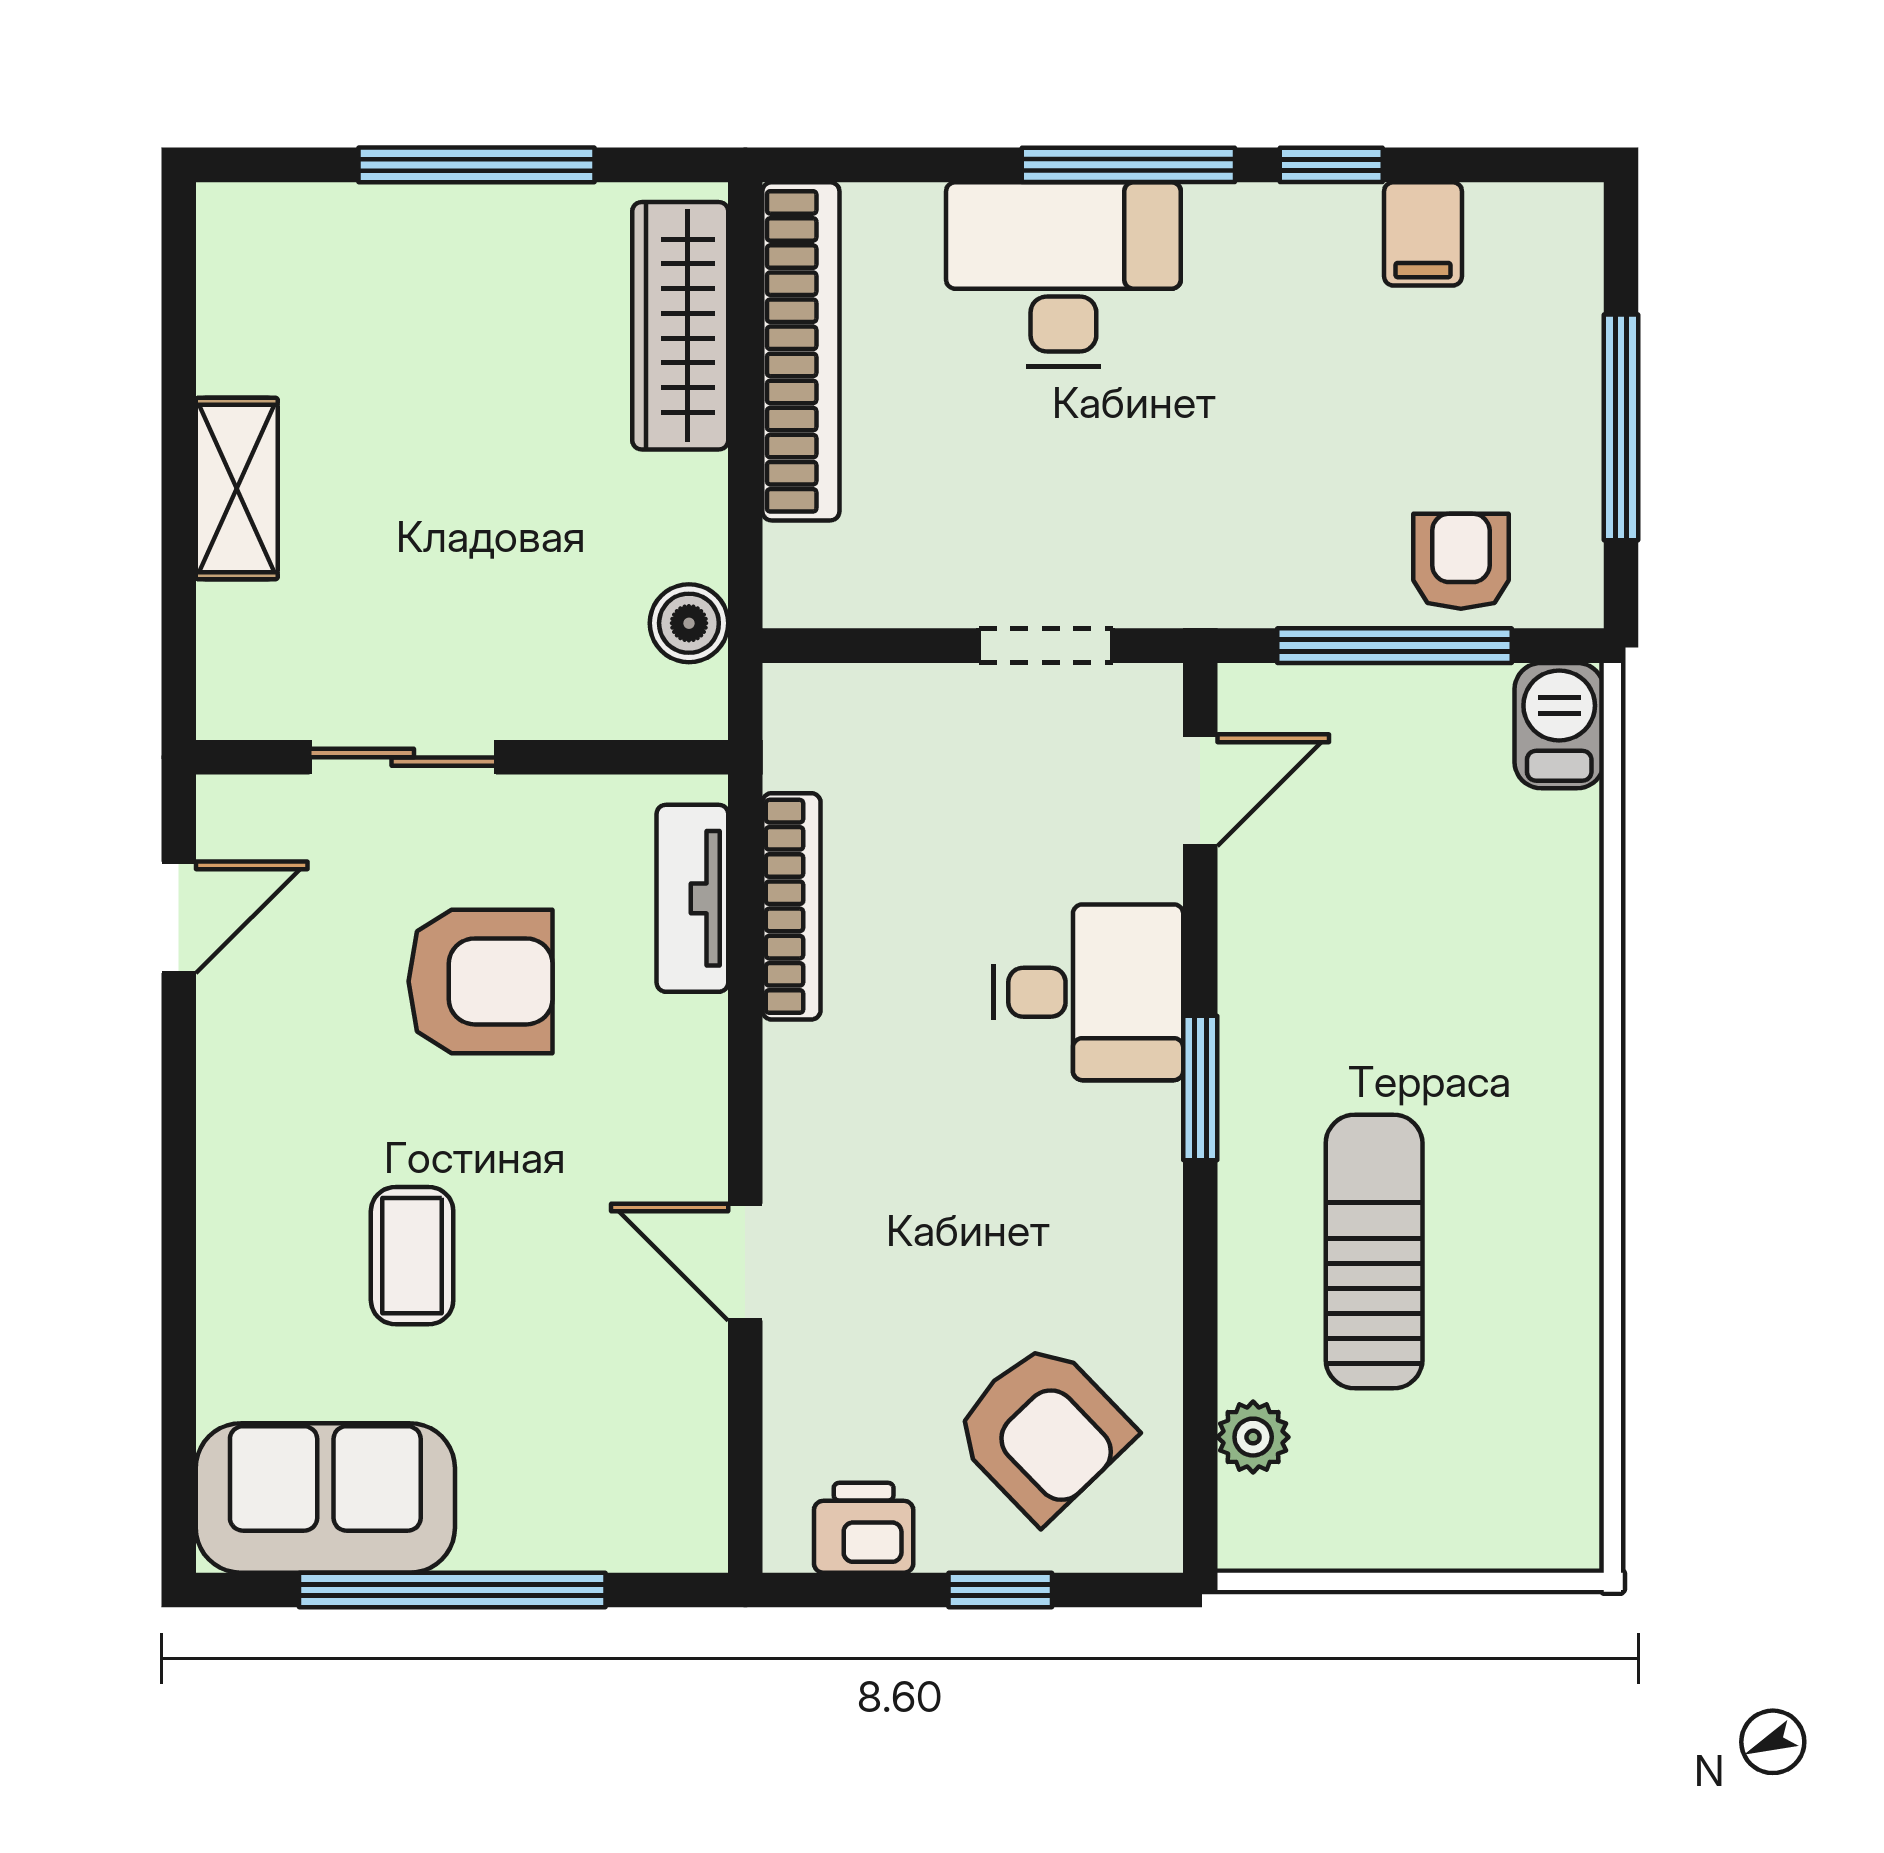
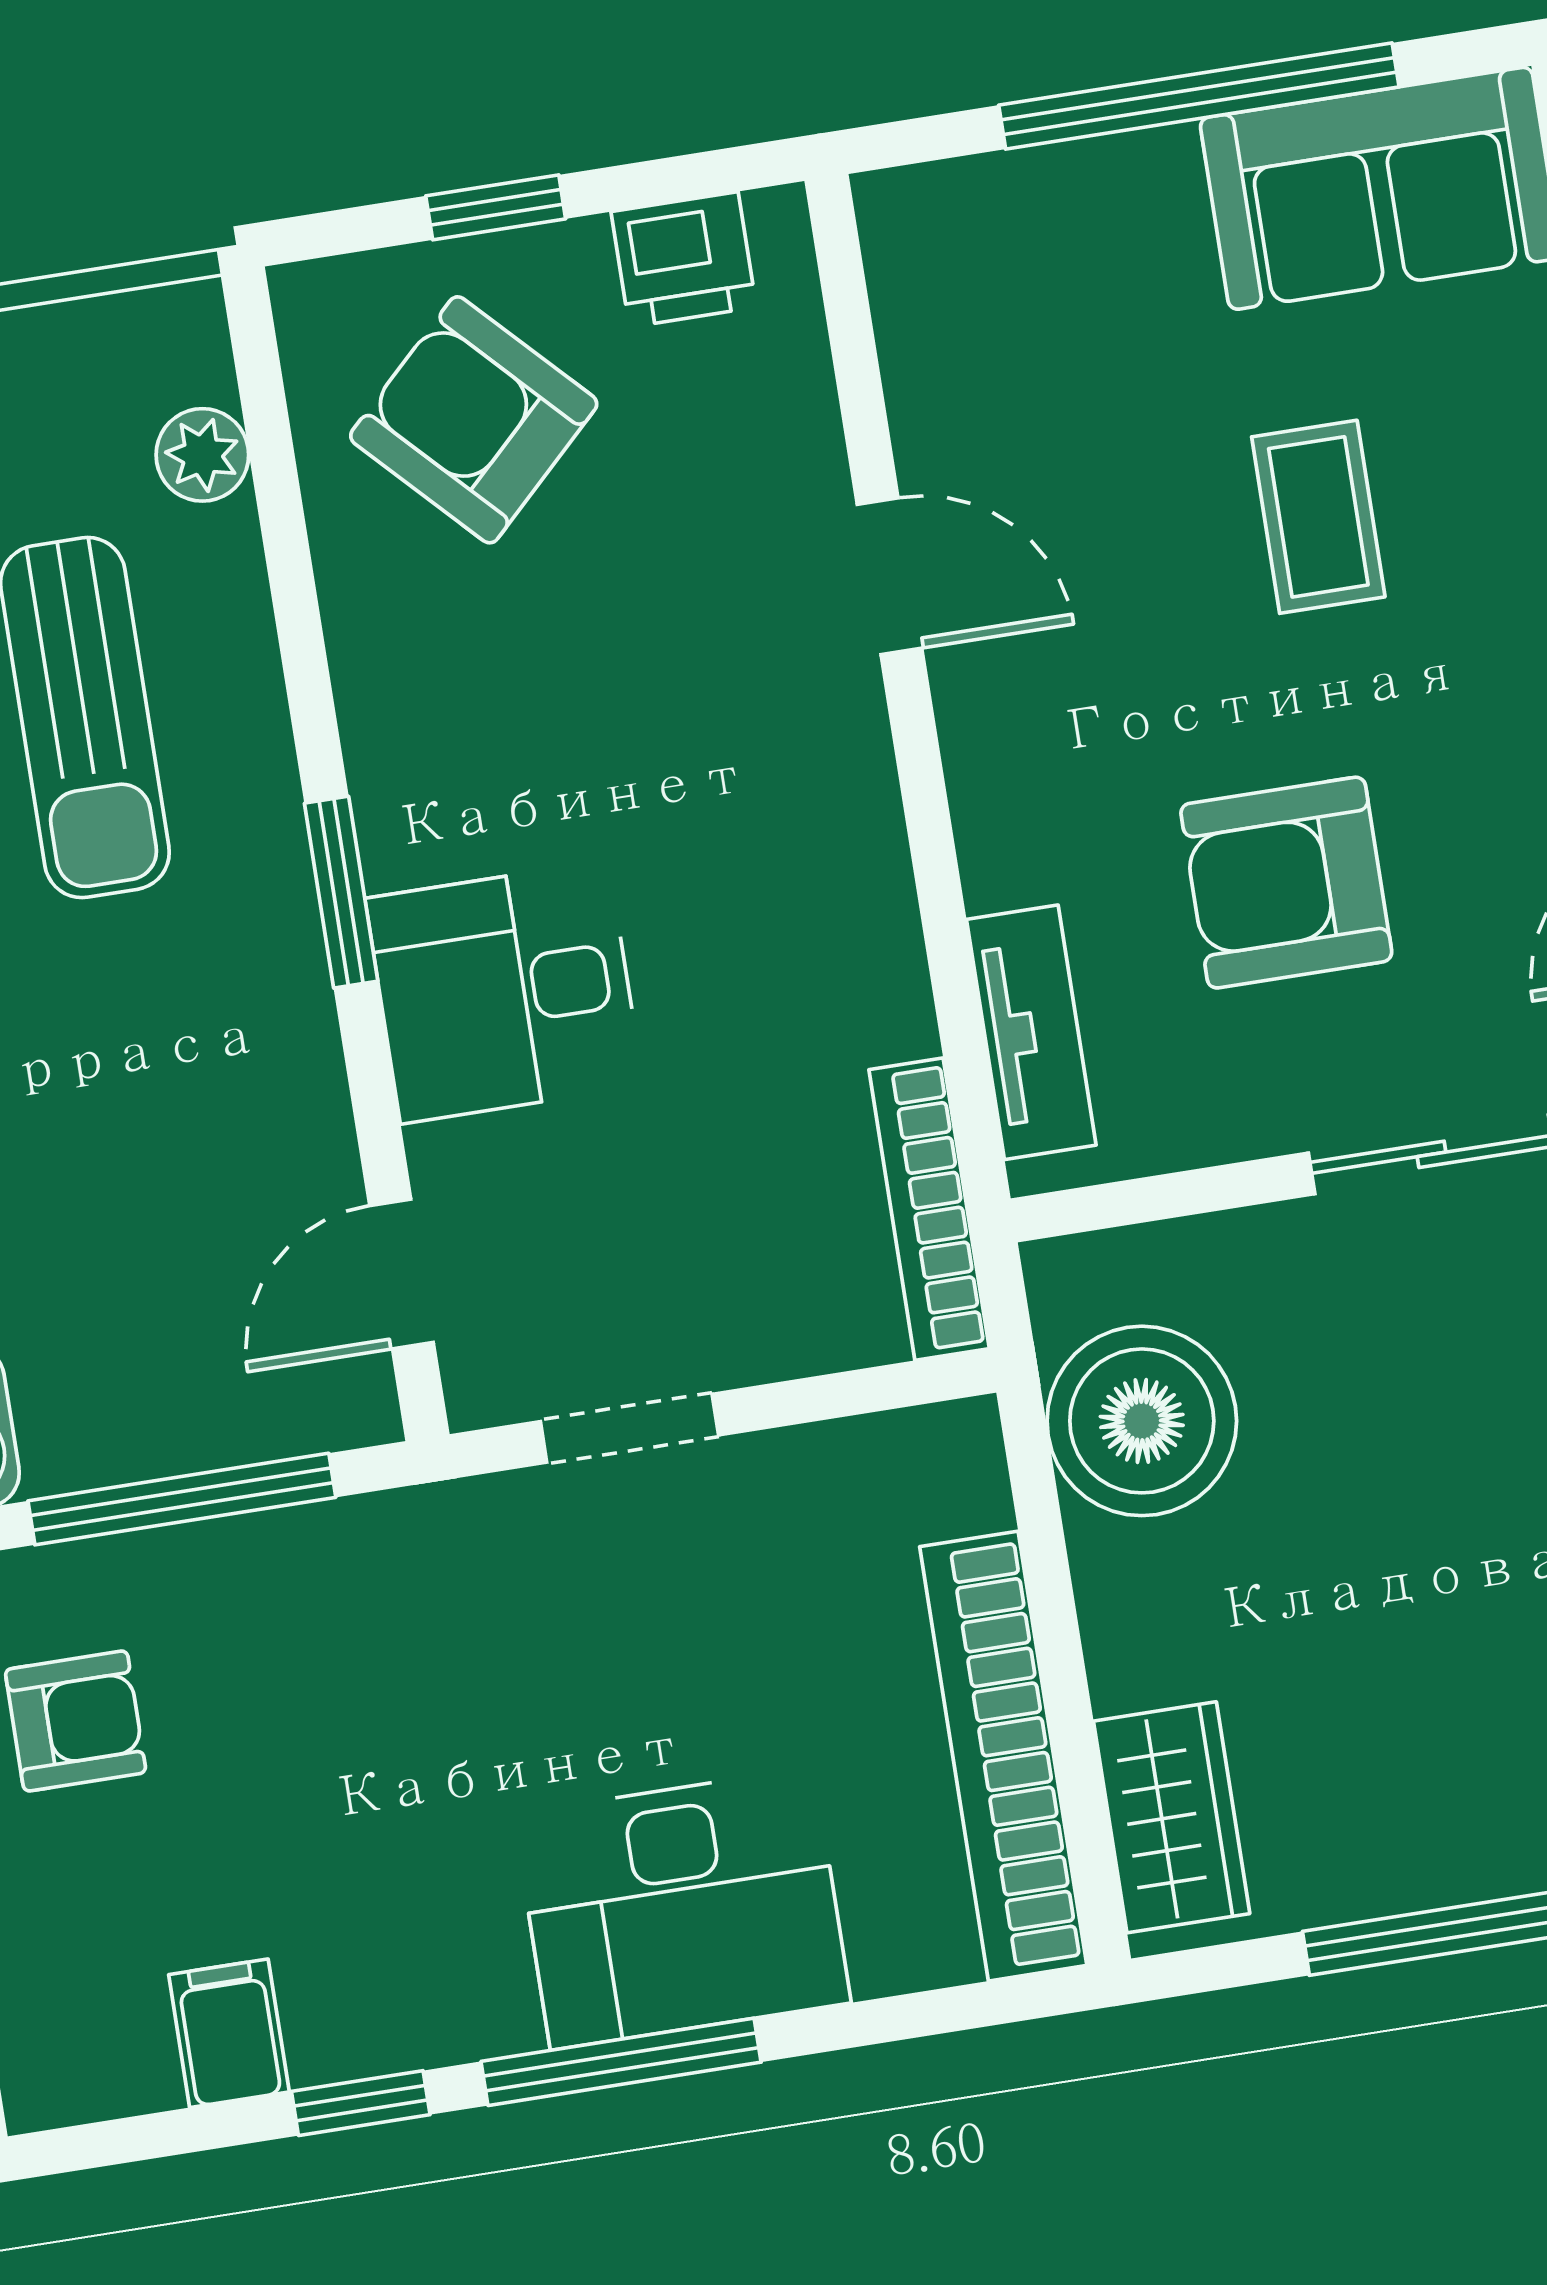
wardrobe: (680, 326) -> (1172, 1817), width x0.67
armchair: (1461, 561) -> (76, 1721), moved, turned -90
boiler: (689, 623) -> (1142, 1421), width x1.86, depth x1.86
bookcase: (791, 906) -> (929, 1209), moved

